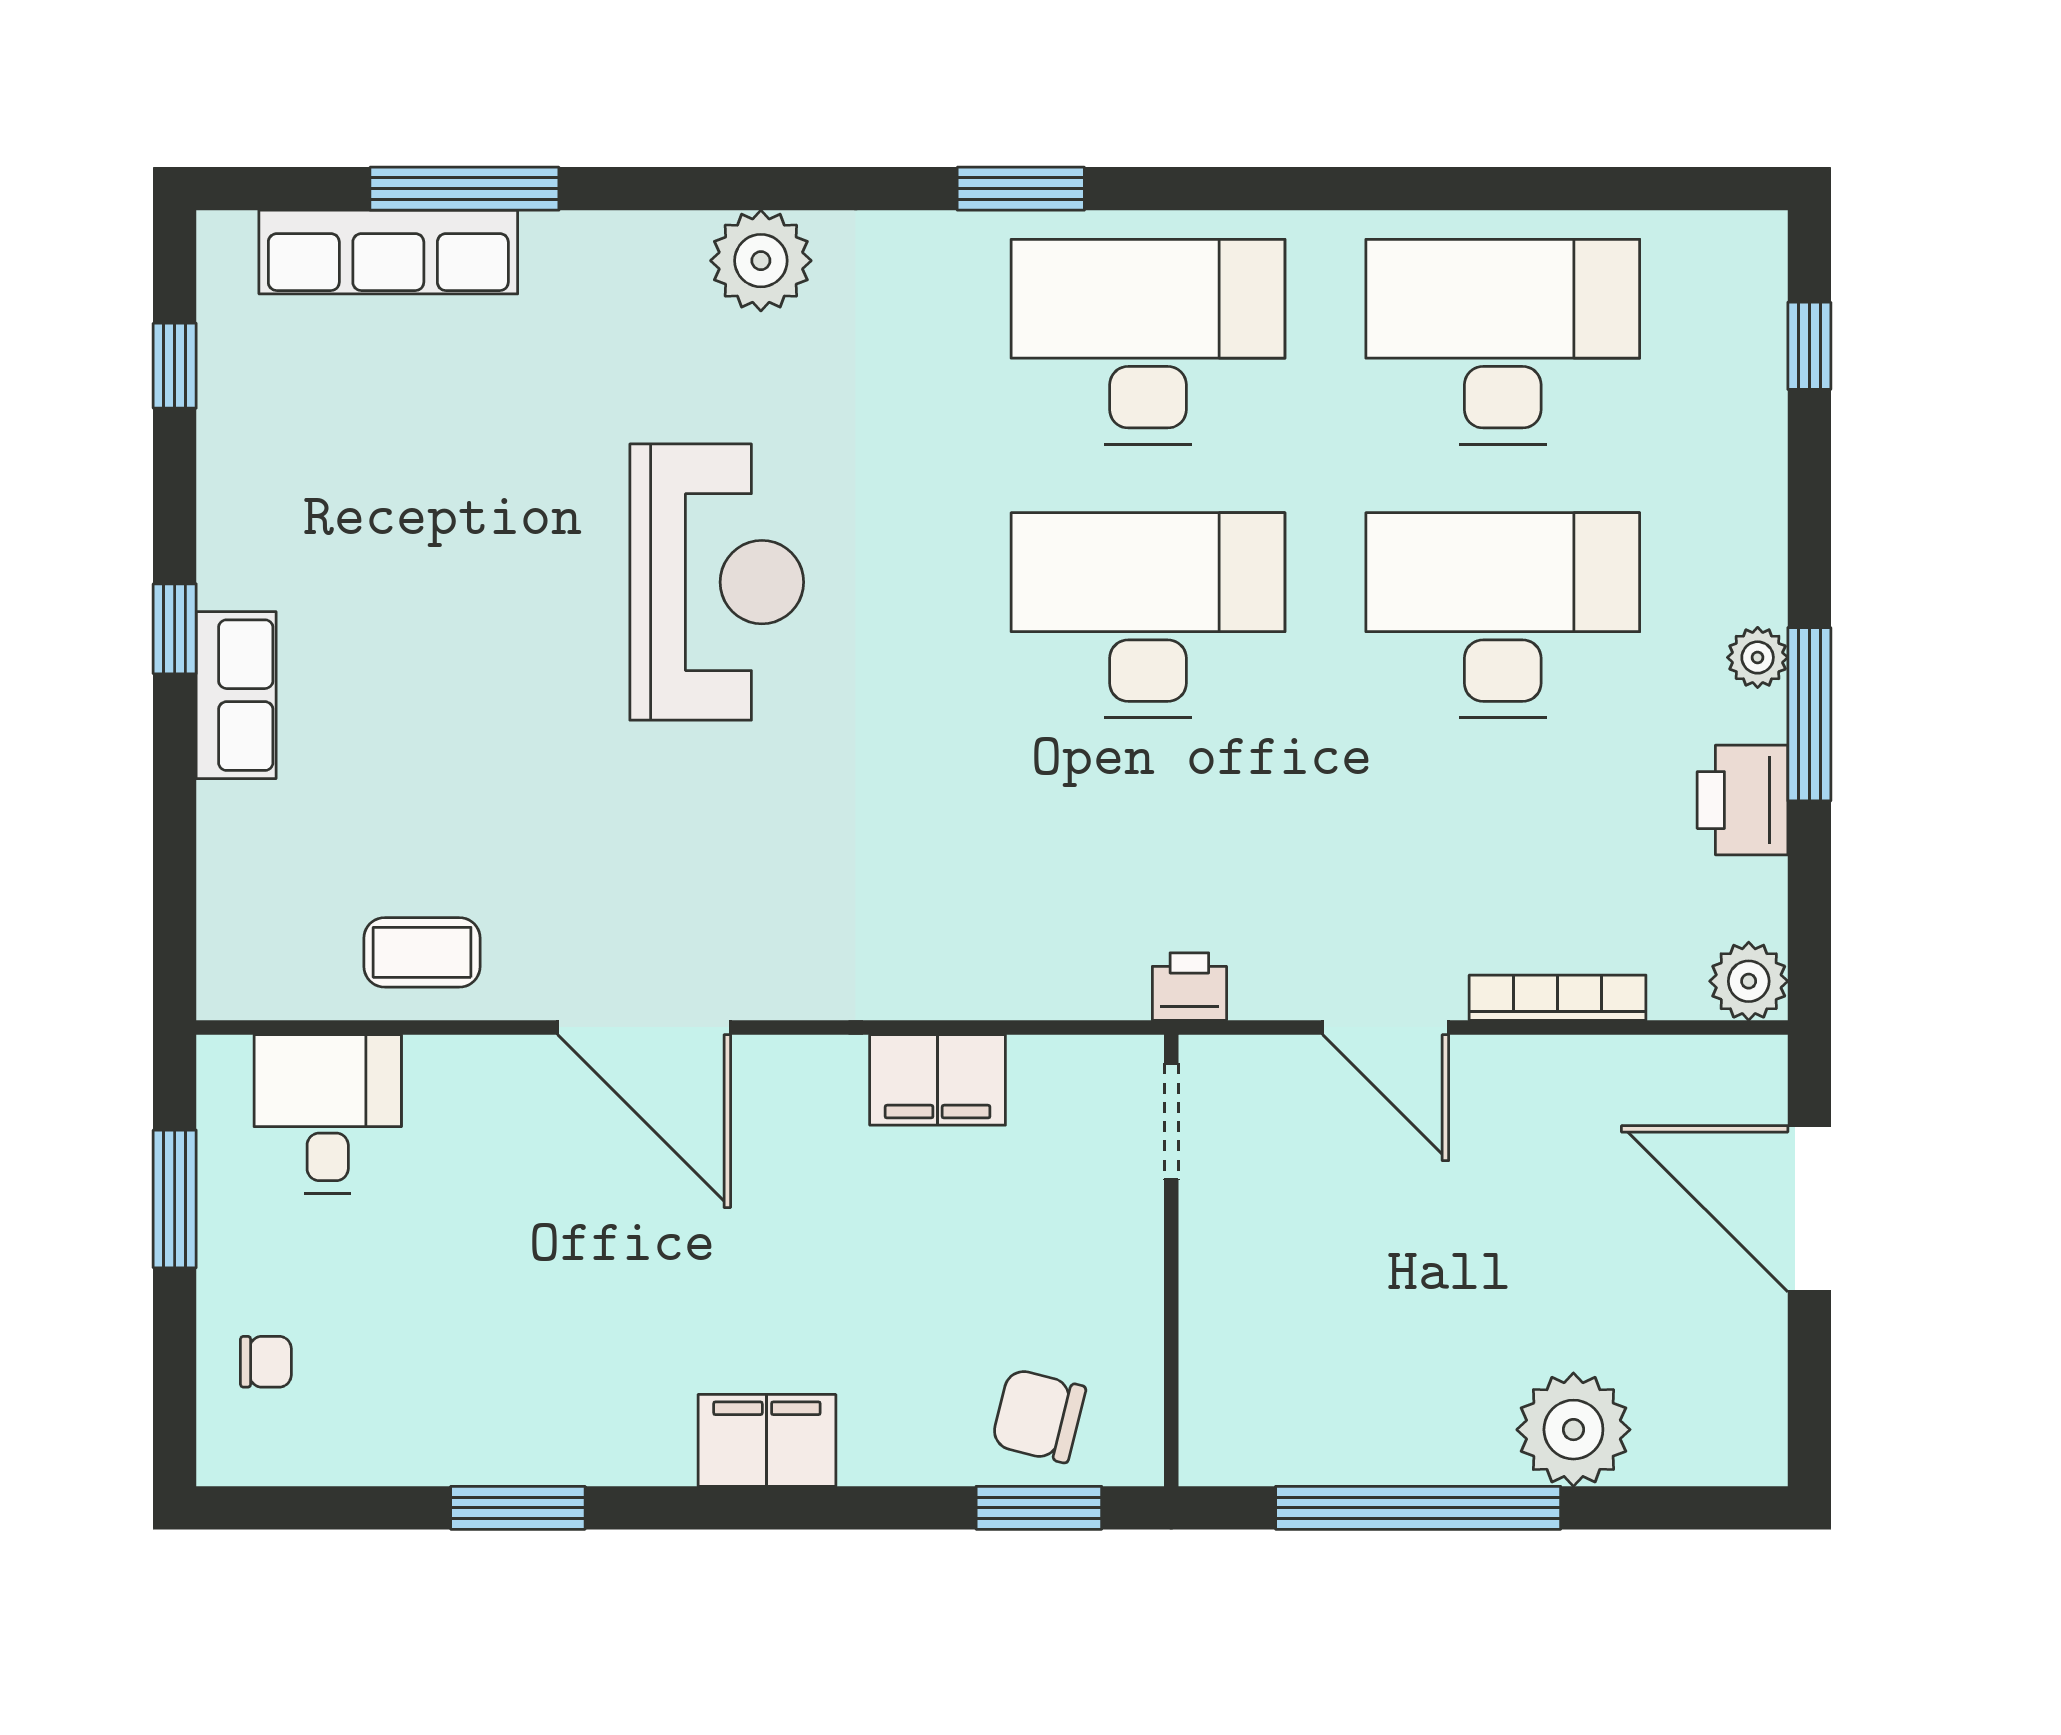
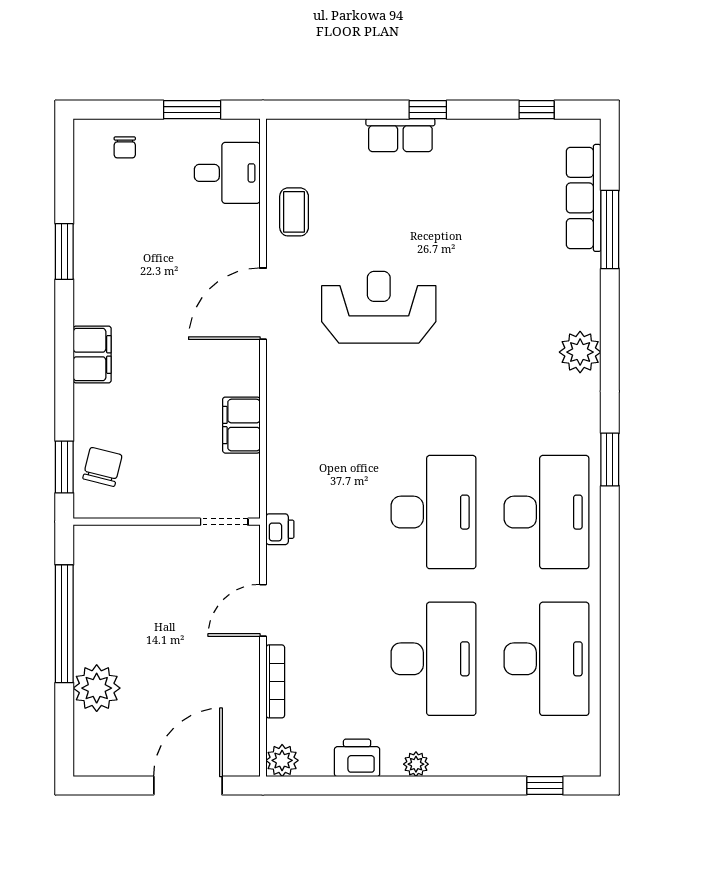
reception desk: (717, 582) -> (379, 307), moved, turned 180
window: (1809, 714) -> (392, 786), removed

